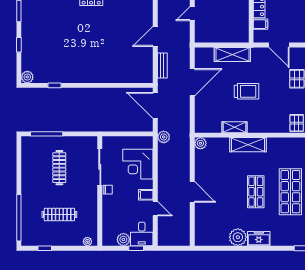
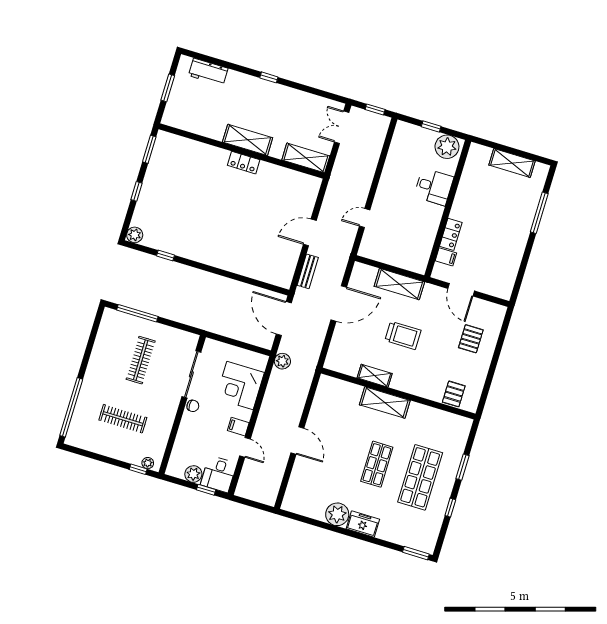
plant: (200, 143) -> (326, 383), removed
window: (45, 248) -> (138, 469), moved

